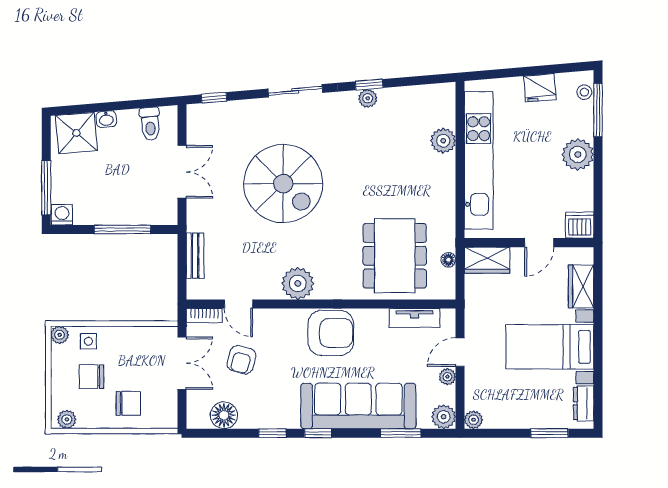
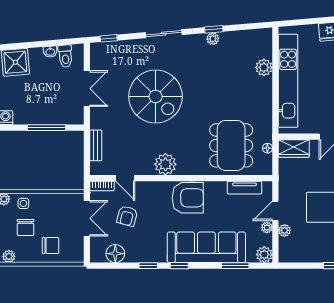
washbasin: (106, 119) -> (50, 52), moved
chair: (91, 377) -> (26, 227), turned -90
plant: (474, 420) -> (285, 230), moved

